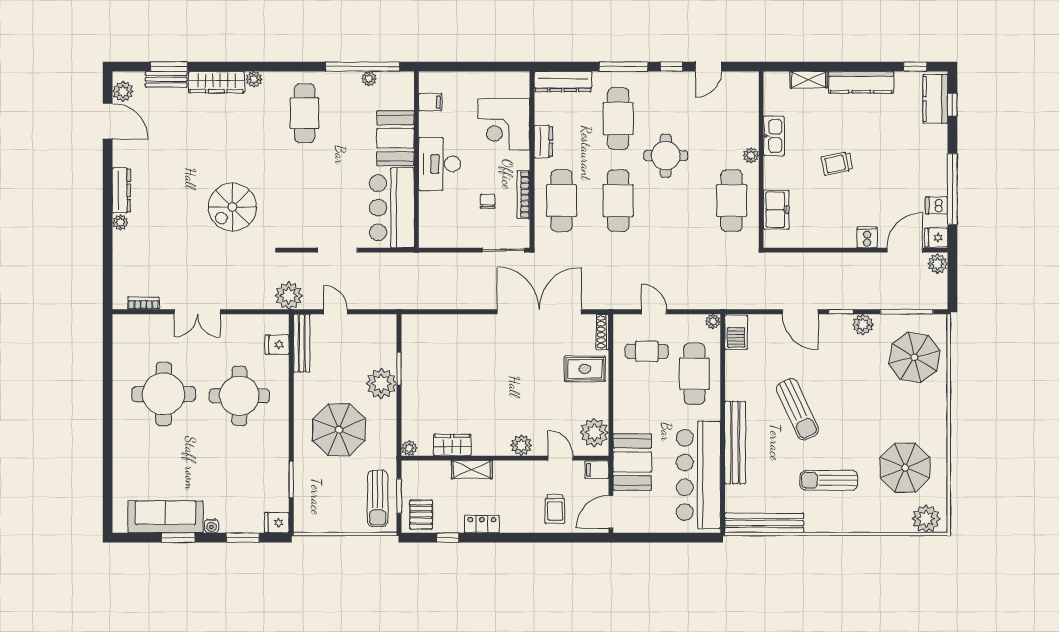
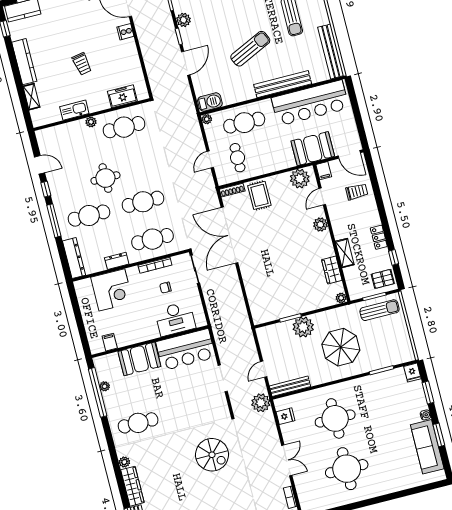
desk: (440, 164) -> (175, 319), moved
fridge: (277, 345) -> (285, 416), moved, turned -90

